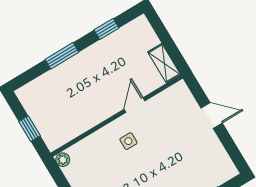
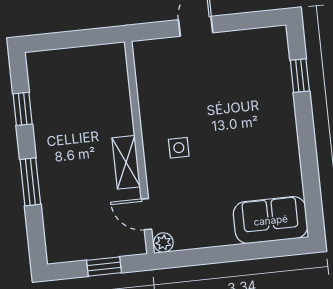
shelving: (164, 63) -> (126, 162), moved, turned 90
door: (134, 105) -> (146, 214), moved

